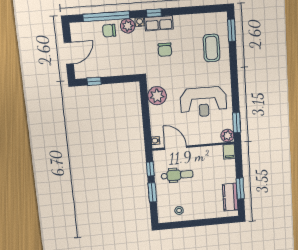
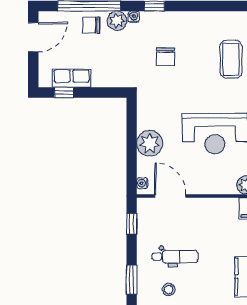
row of seats: (159, 23) -> (72, 78), moved, turned 180
door: (69, 53) -> (33, 37), moved
plant: (157, 96) -> (150, 143), moved
dental chair: (177, 175) -> (175, 257), moved
window: (152, 192) -> (132, 280), moved

